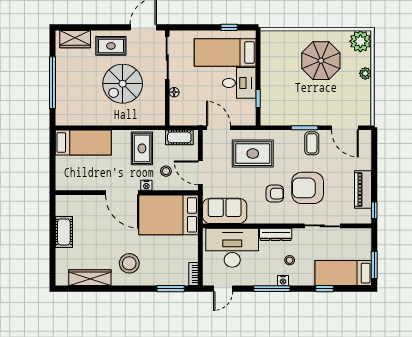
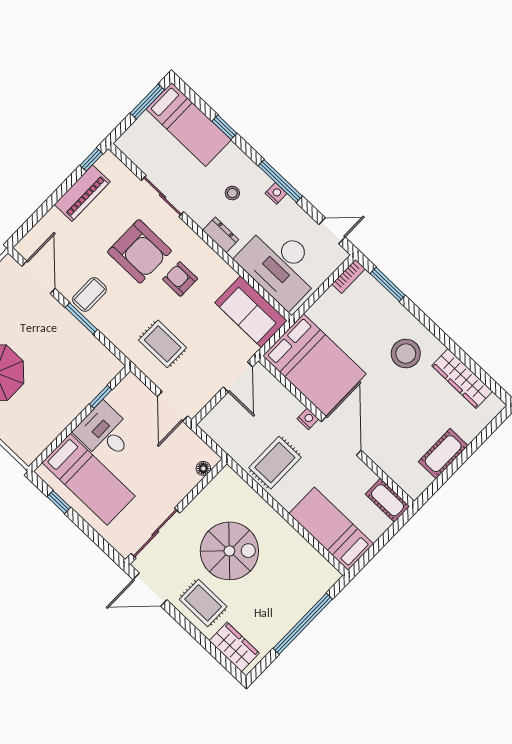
floor lamp: (174, 92) -> (203, 468), moved
cot: (179, 137) -> (387, 500), moved
rug: (253, 154) -> (163, 344), width x0.73, depth x0.70
stool: (166, 171) -> (273, 414), removed
dresser: (276, 234) -> (221, 235), width x0.70
nightstand: (283, 281) -> (276, 193), moved

